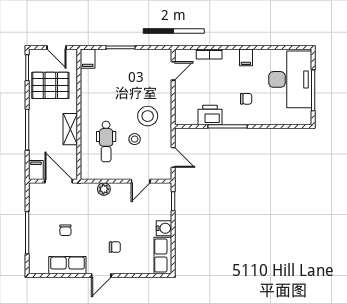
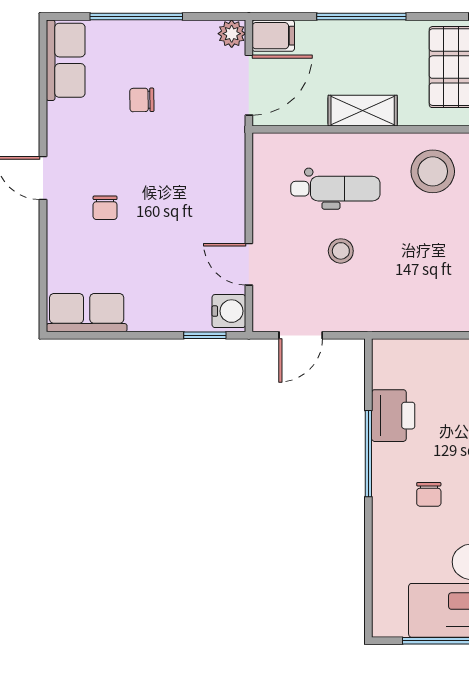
stool: (148, 116) -> (433, 171), moved
dental chair: (106, 142) -> (335, 189), turned 180
plant: (104, 189) -> (232, 34), moved
water cooler: (164, 228) -> (229, 311), moved, turned -90
row of seats: (67, 265) -> (66, 60), moved

